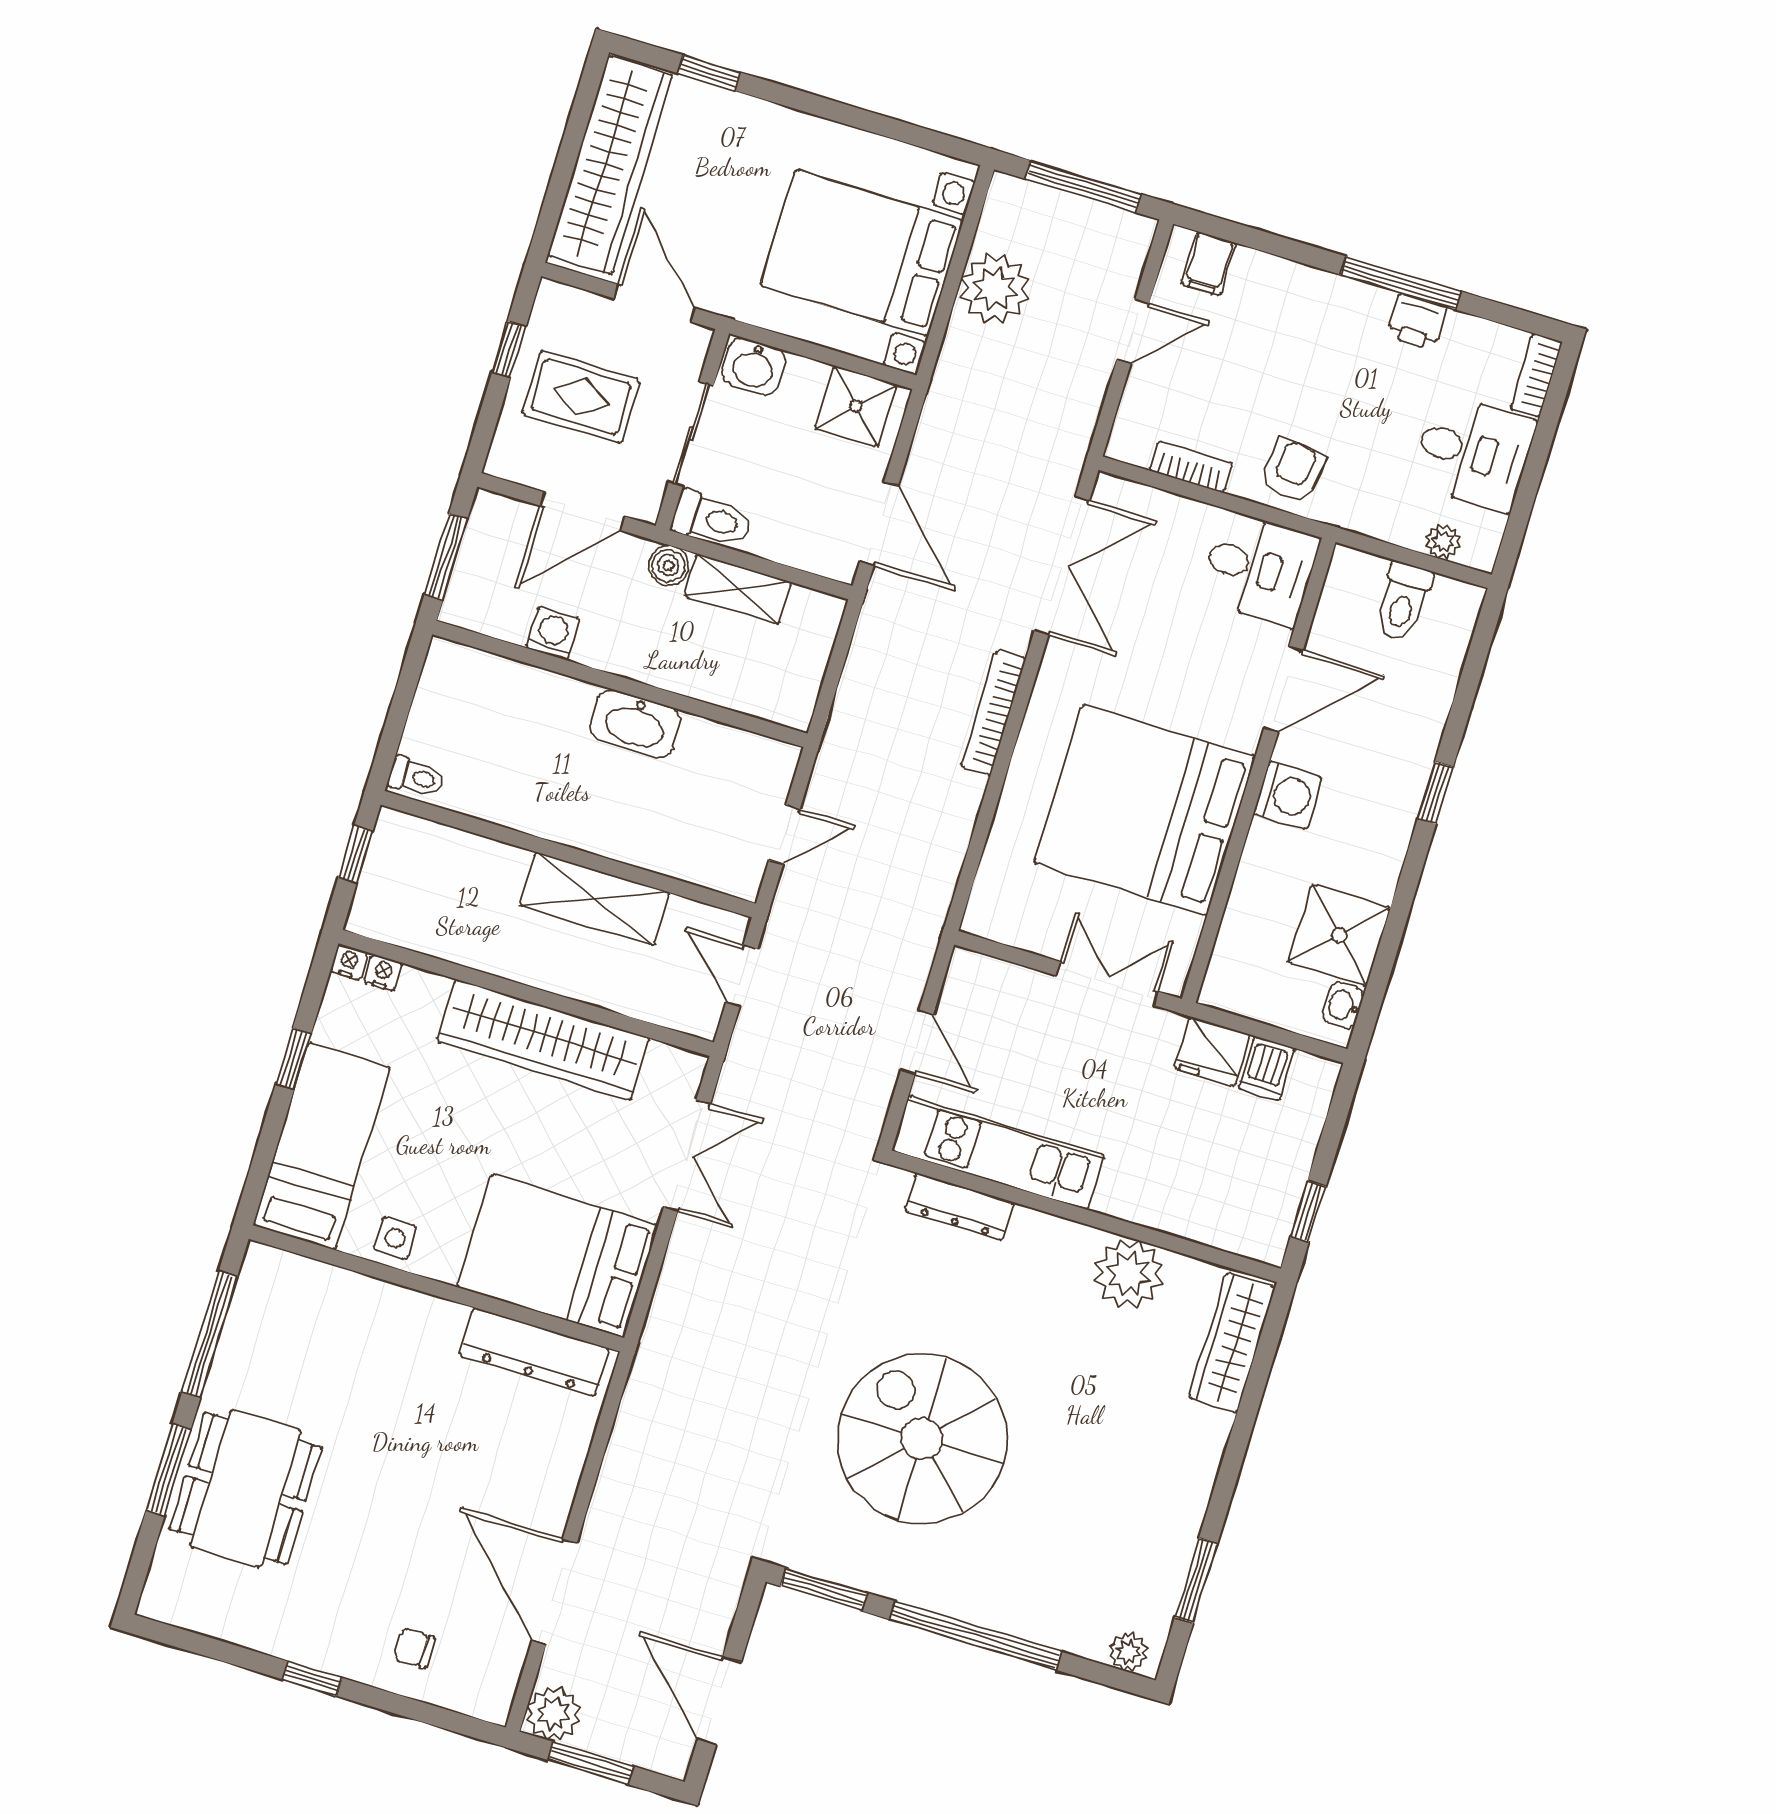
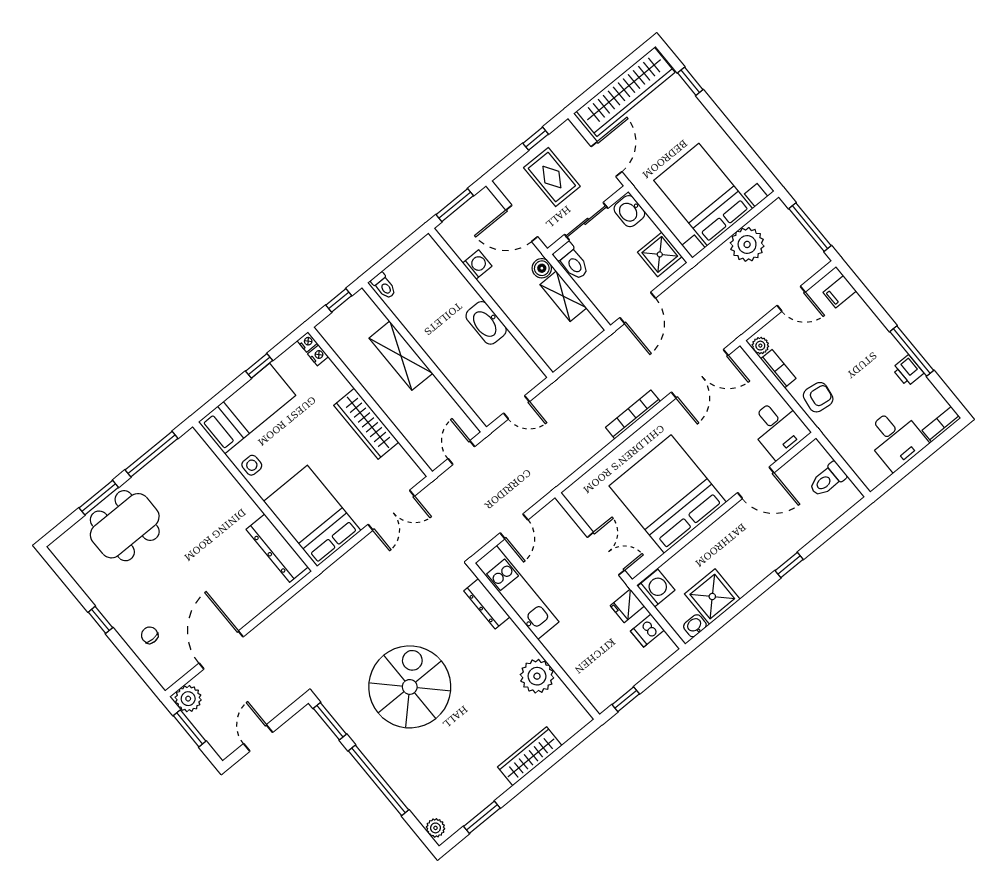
plant: (1443, 542) -> (760, 346), moved
washing machine: (1288, 795) -> (656, 588), moved, turned -90
shelving: (595, 899) -> (401, 356), moved
wardrobe: (543, 1040) -> (366, 424), width x0.71, depth x0.85
fridge: (1212, 1051) -> (627, 606), width x0.72
wardrobe: (1232, 1343) -> (530, 756), moved
door: (719, 1701) -> (258, 738), width x0.73

